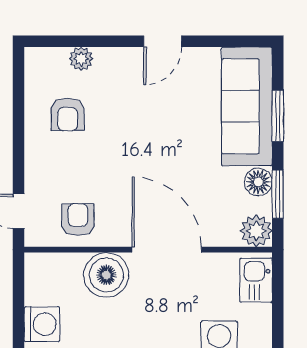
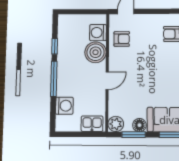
door: (167, 250) -> (107, 81), width x0.53
washing machine: (42, 324) -> (98, 33), moved, turned 90

